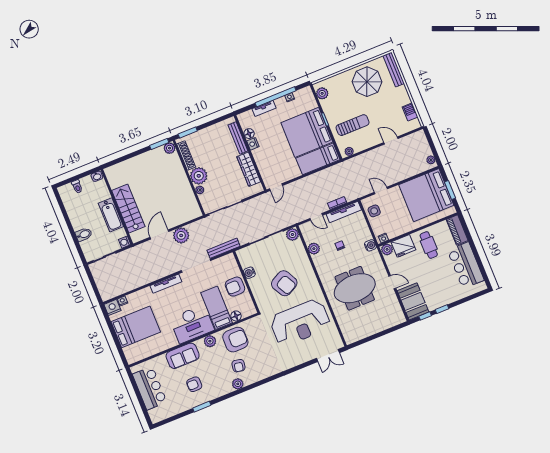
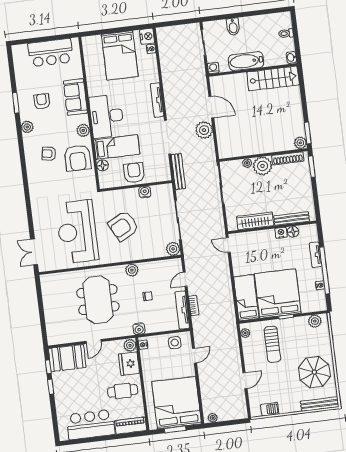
stairs: (128, 208) -> (273, 79), moved
plant: (314, 249) -> (132, 270), moved
plant: (238, 384) -> (27, 127), moved

